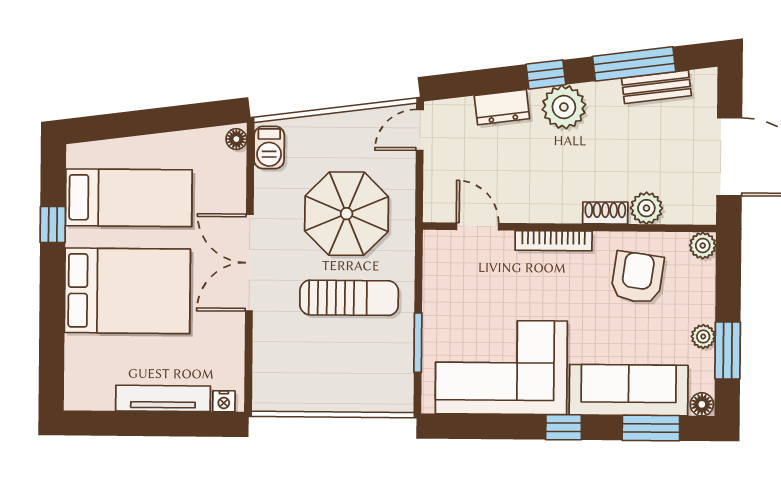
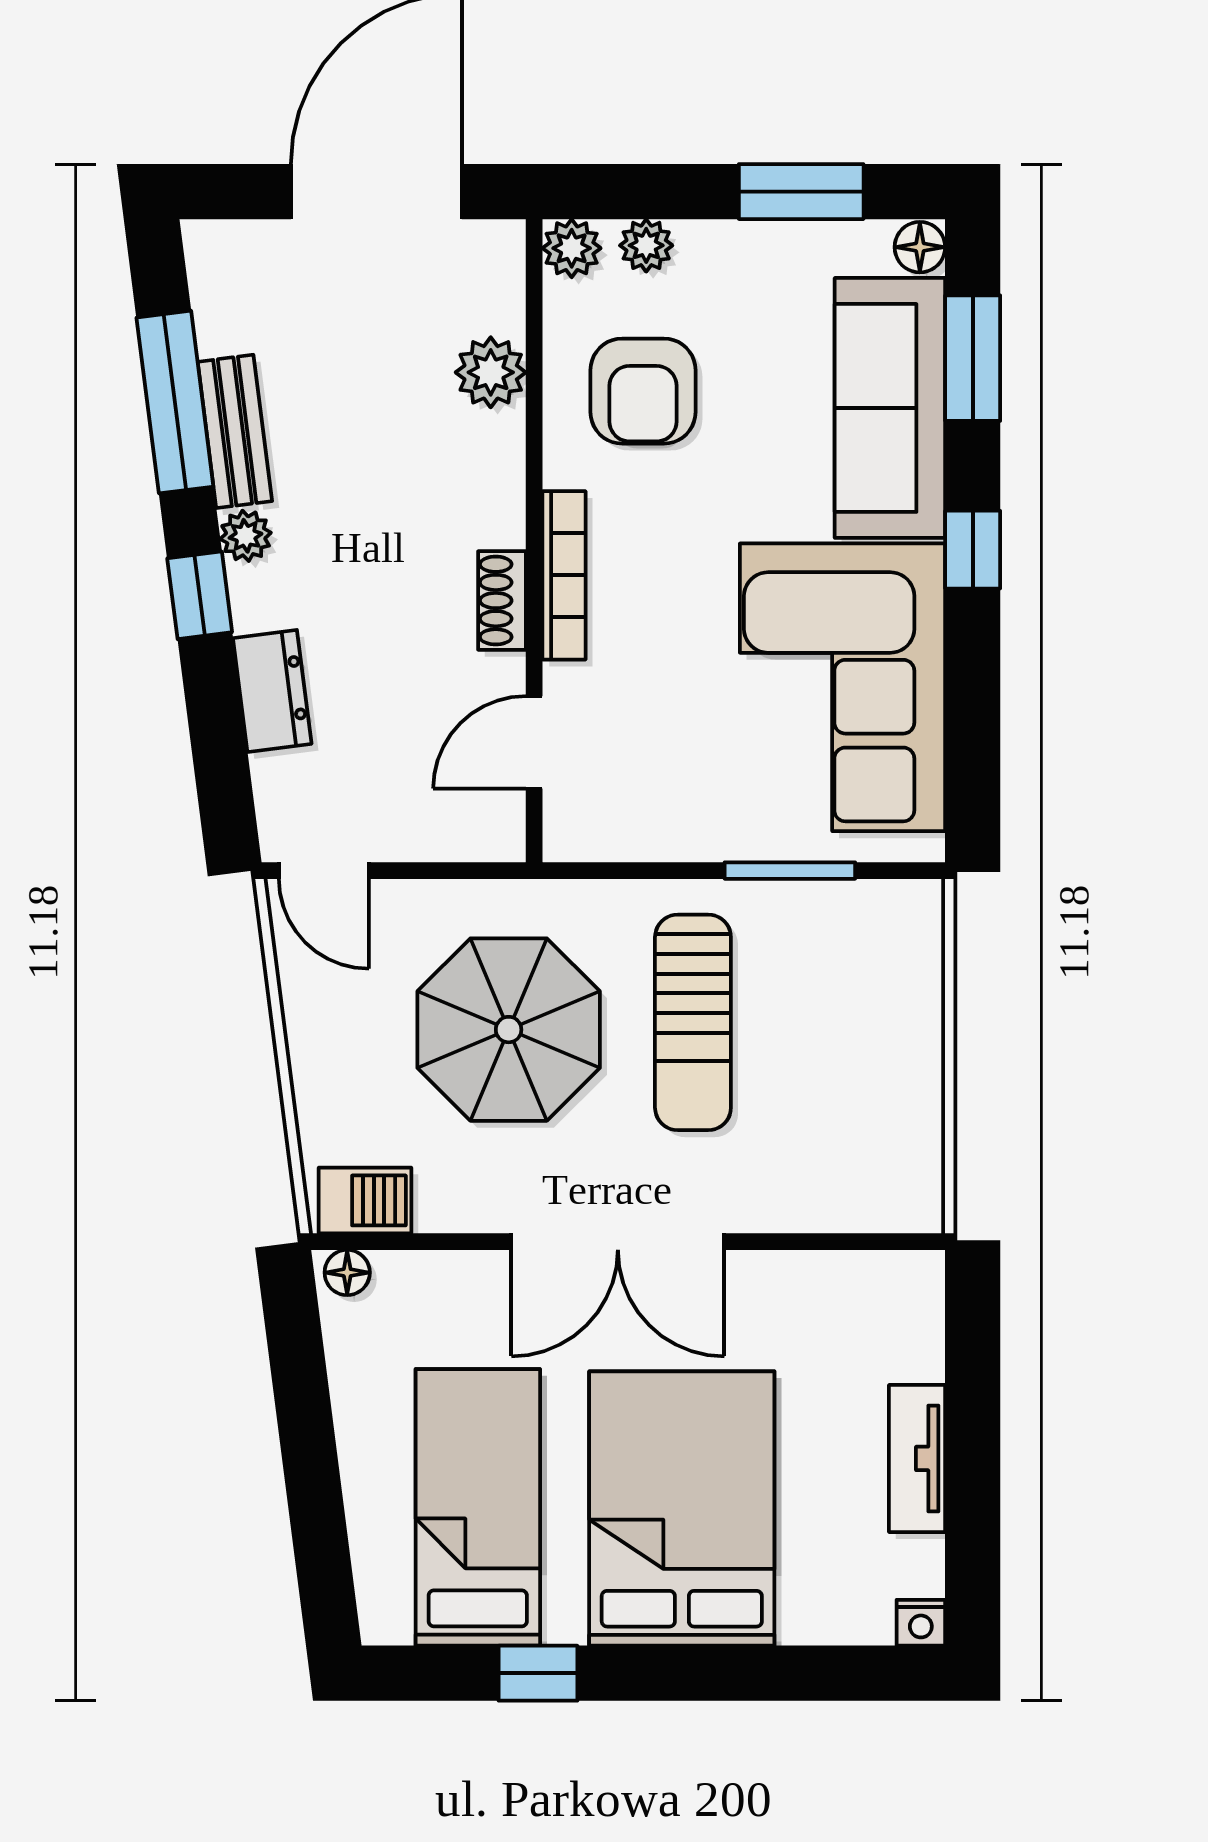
bench: (656, 87) -> (235, 431), moved
plant: (564, 107) -> (246, 536), width x0.53, depth x0.53
shoe rack: (605, 213) -> (502, 601), moved
armchair: (637, 278) -> (643, 391), turned -98
sun lounger: (349, 298) -> (693, 1022), turned 180
plant: (703, 336) -> (646, 245), moved
tv unit: (163, 398) -> (917, 1458), width x0.71
nightstand: (224, 401) -> (921, 1623), moved, turned 90

